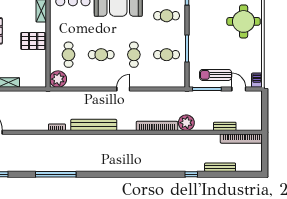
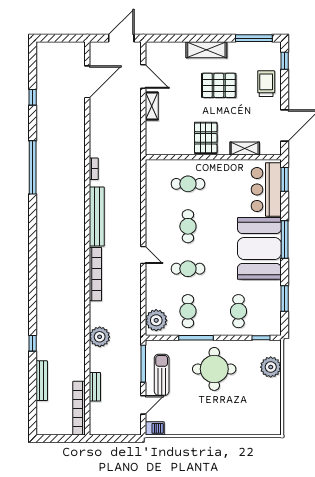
round table: (244, 21) -> (214, 369), moved
plant: (58, 79) -> (156, 320), moved
bookcase: (157, 126) -> (95, 274), moved

